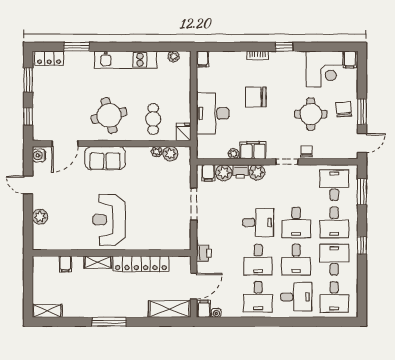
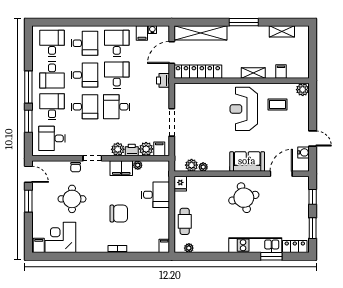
window: (284, 47) -> (95, 256), removed
kitchen unit: (126, 60) -> (255, 245), moved
chair: (344, 109) -> (44, 203), removed
desk: (213, 113) -> (155, 195), width x0.73
cafe table: (153, 119) -> (185, 221), moved
door: (362, 143) -> (28, 174), swing flipped
water cooler: (39, 155) -> (303, 152), moved
desk: (334, 185) -> (52, 138), turned 90
window: (362, 192) -> (28, 121), moved
plant: (40, 217) -> (303, 90), moved
reception desk: (109, 220) -> (244, 109), turned 180
desk: (296, 222) -> (84, 107), turned 90
coffee table: (69, 225) -> (277, 104), added
window: (362, 245) -> (28, 87), width x2.17
desk: (296, 260) -> (84, 75), turned 90
locker: (141, 264) -> (198, 72), moved
desk: (296, 297) -> (84, 43), turned 180
shelving: (170, 309) -> (201, 33), width x1.47
filing cabinet: (204, 309) -> (142, 33), moved
shelving: (47, 311) -> (282, 31), moved

